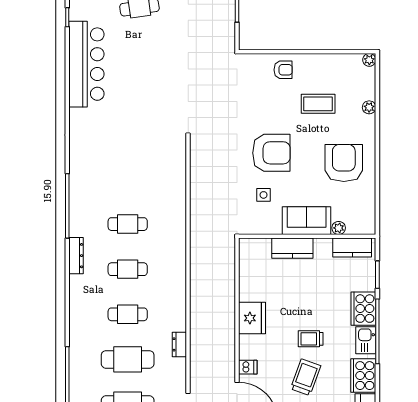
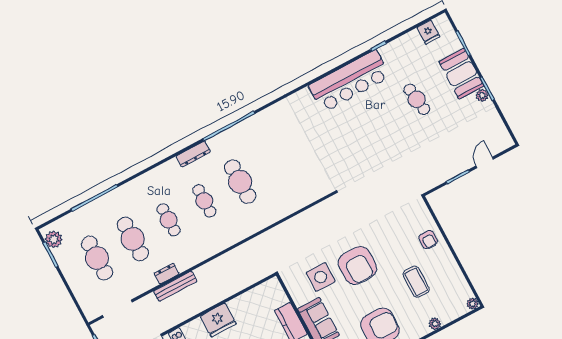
side table: (264, 195) -> (321, 277), width x1.87, depth x1.87
cafe table: (128, 224) -> (240, 182), width x1.37, depth x1.35
bench: (196, 342) -> (175, 286), added

